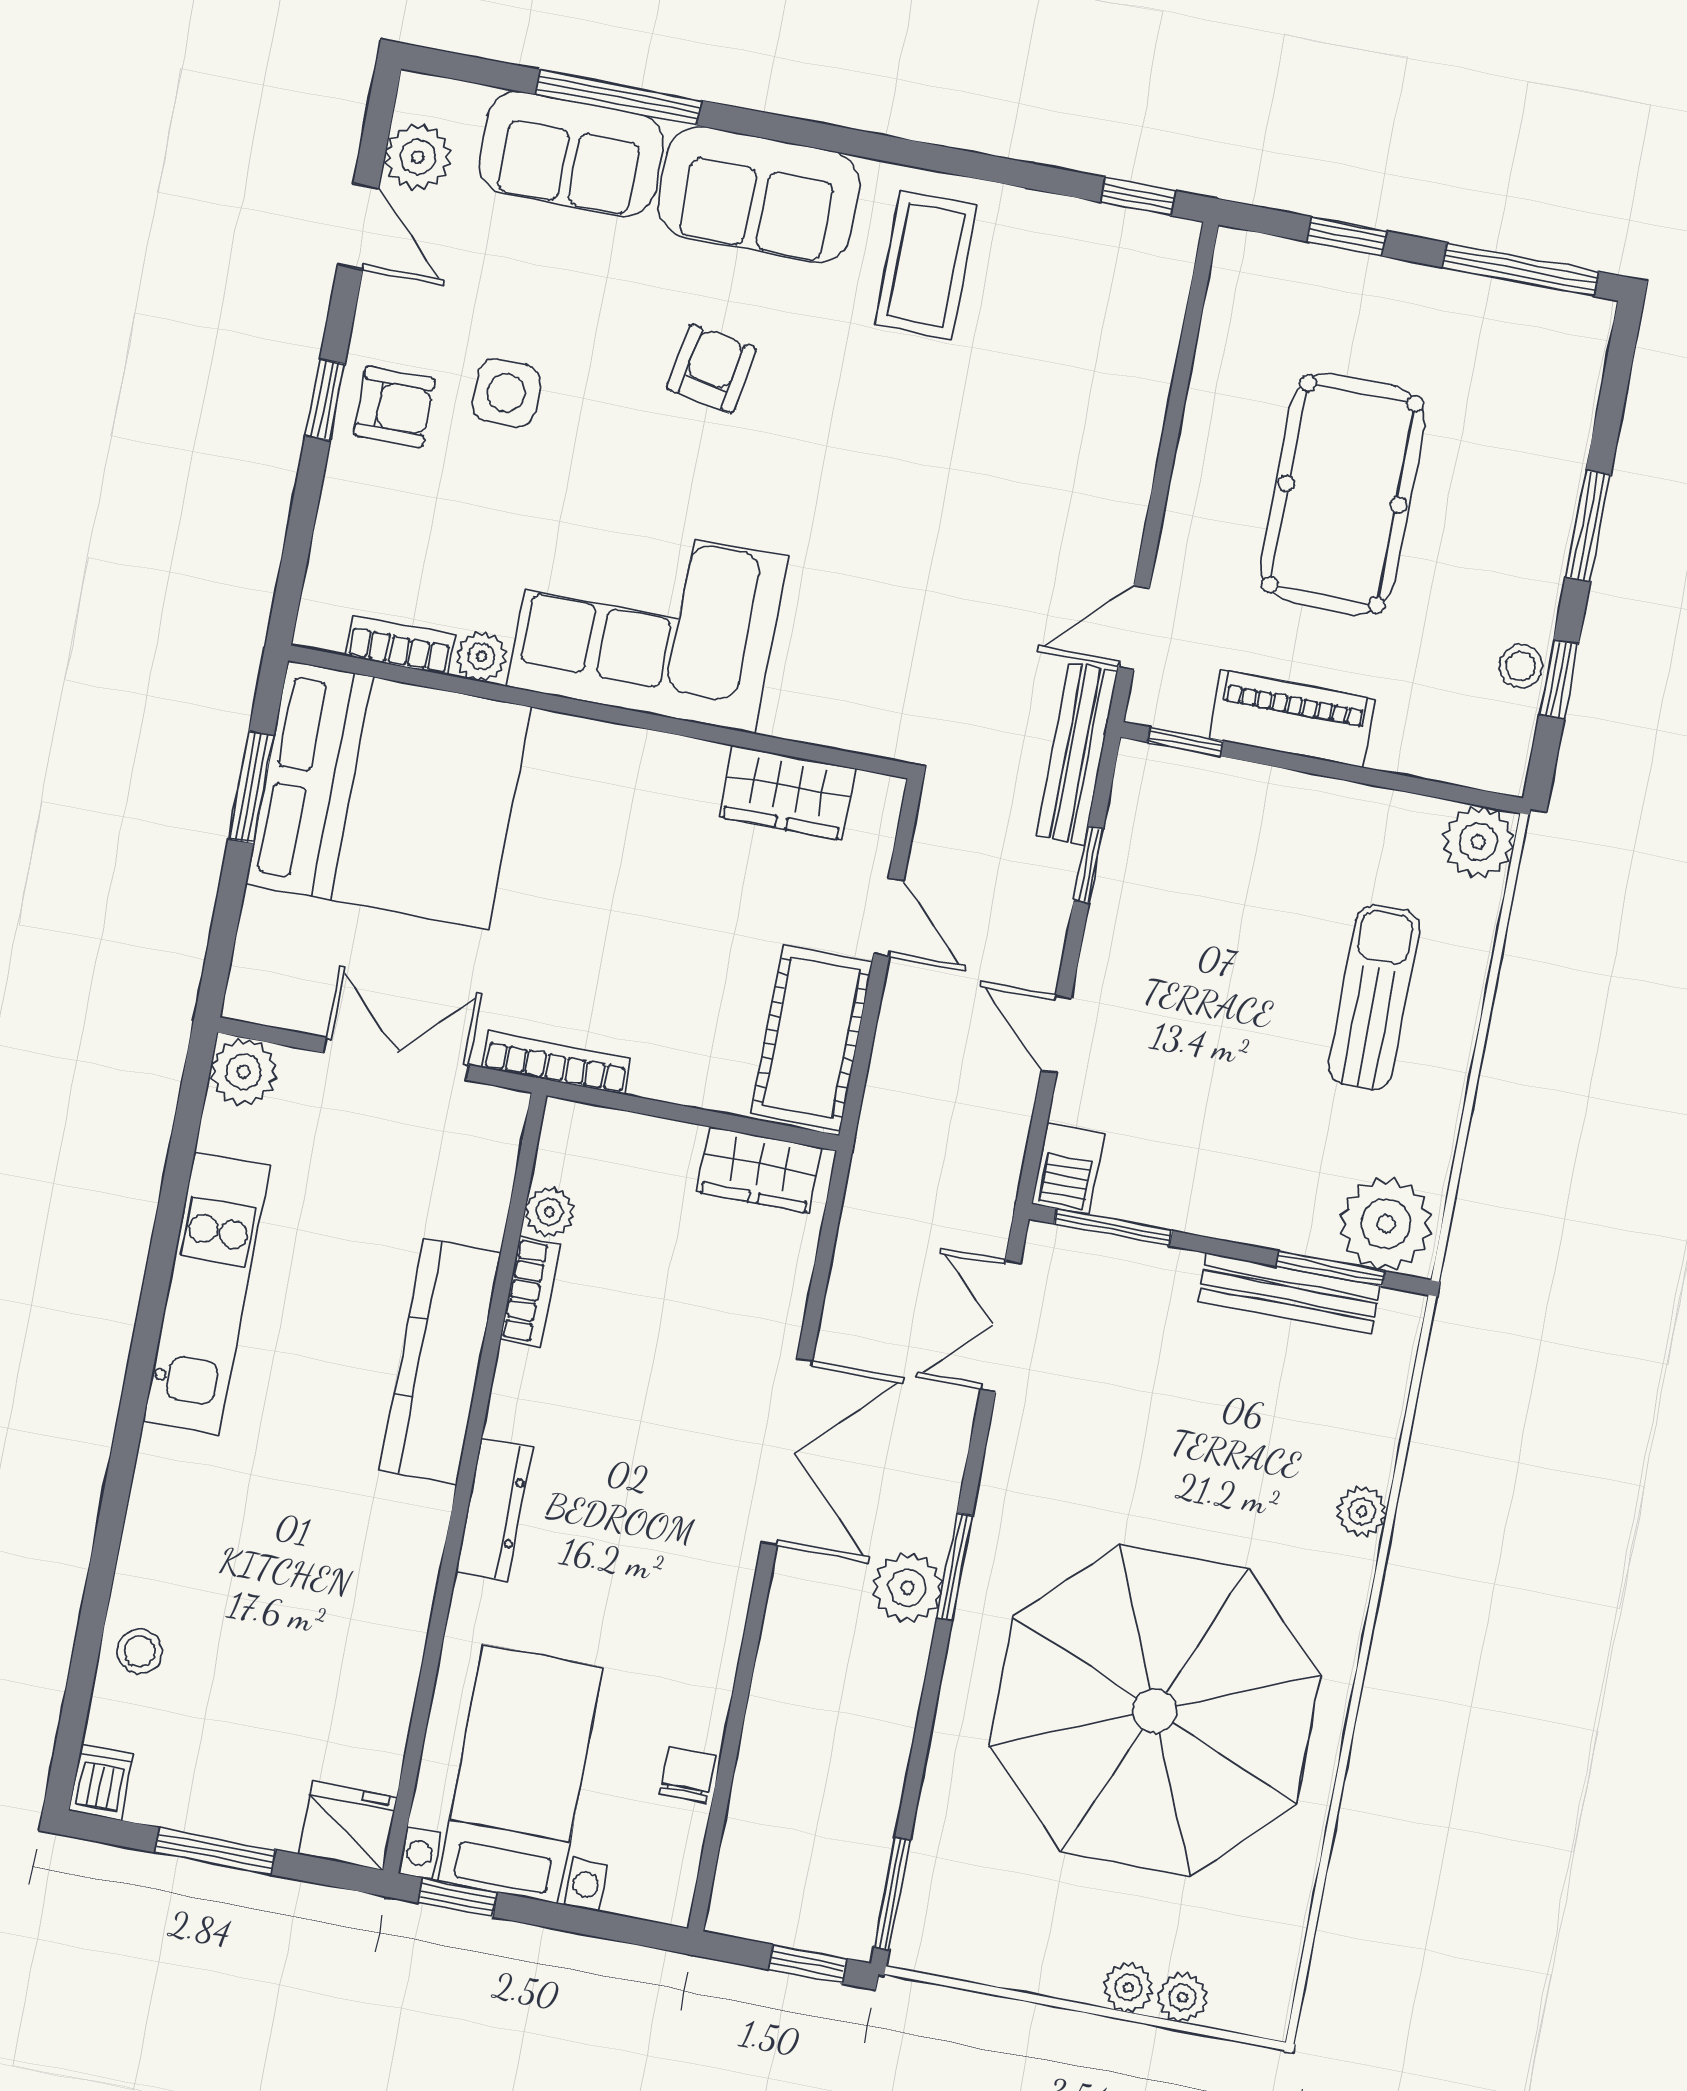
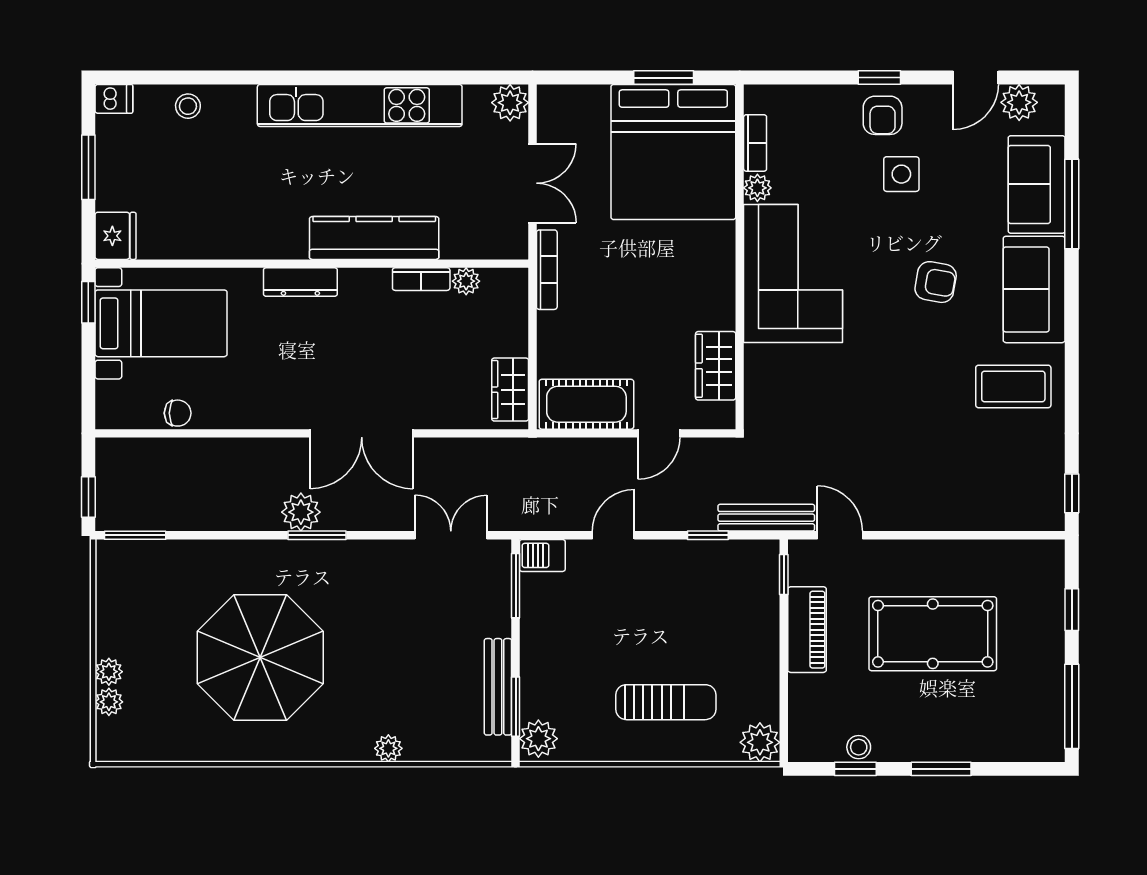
plant: (1386, 1224) -> (538, 739), width x0.73, depth x0.73
kitchen unit: (206, 1294) -> (360, 105), width x1.36
parasol: (1155, 1710) -> (260, 657), width x0.73, depth x0.73

